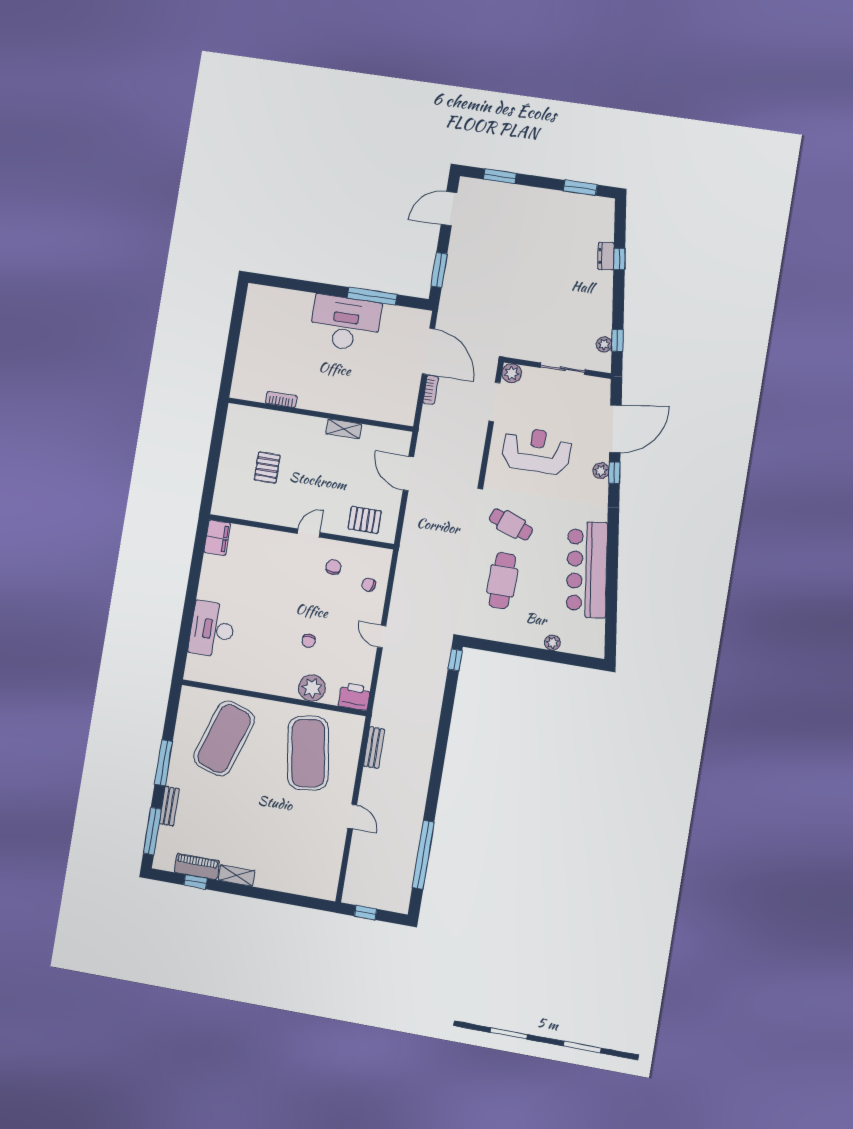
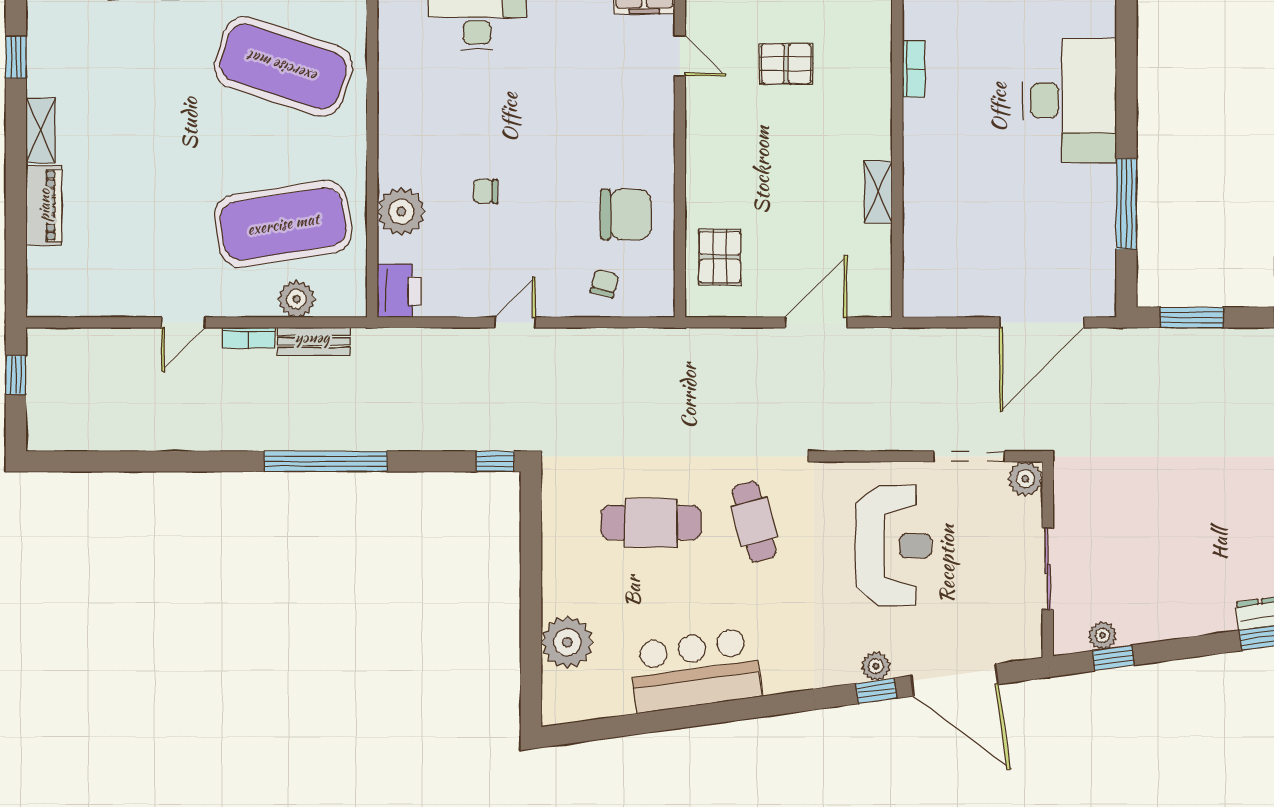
desk: (345, 323) -> (1070, 100), moved
bookcase: (431, 390) -> (249, 338), moved
cafe table: (511, 524) -> (754, 522), turned -35
door: (309, 533) -> (680, 56), moved
chair: (333, 567) -> (626, 214), width x1.87, depth x1.87
bar counter: (587, 570) -> (695, 670), width x0.73
plant: (552, 643) -> (567, 642), width x1.87, depth x1.87
plant: (350, 753) -> (296, 299), added
window: (423, 855) -> (326, 461), moved
piano: (197, 866) -> (44, 205), moved

